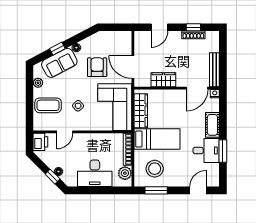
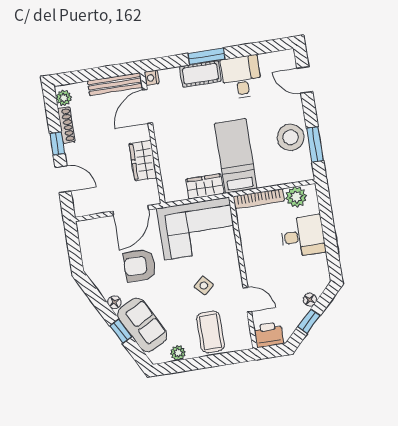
window: (193, 27) -> (57, 144), moved
plant: (211, 36) -> (64, 98), added
door: (197, 88) -> (148, 107), swing flipped
wardrobe: (141, 111) -> (205, 186), width x0.67
window: (223, 151) -> (207, 56), moved
stool: (155, 169) -> (290, 137), moved
desk: (95, 173) -> (303, 236), width x0.73
window: (53, 177) -> (309, 321), moved

